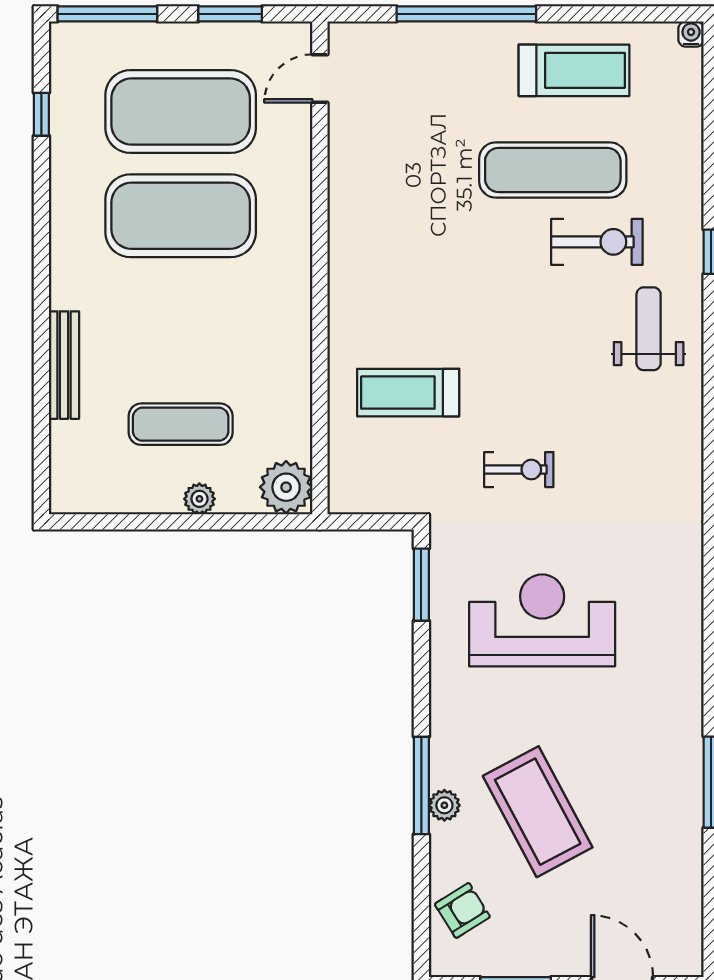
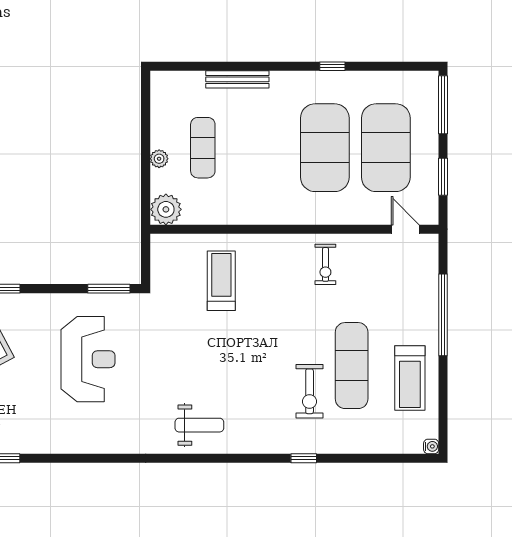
window: (41, 114) -> (332, 66), moved
weight bench: (649, 329) -> (199, 425), moved
exercise bike: (519, 470) -> (325, 264), moved

